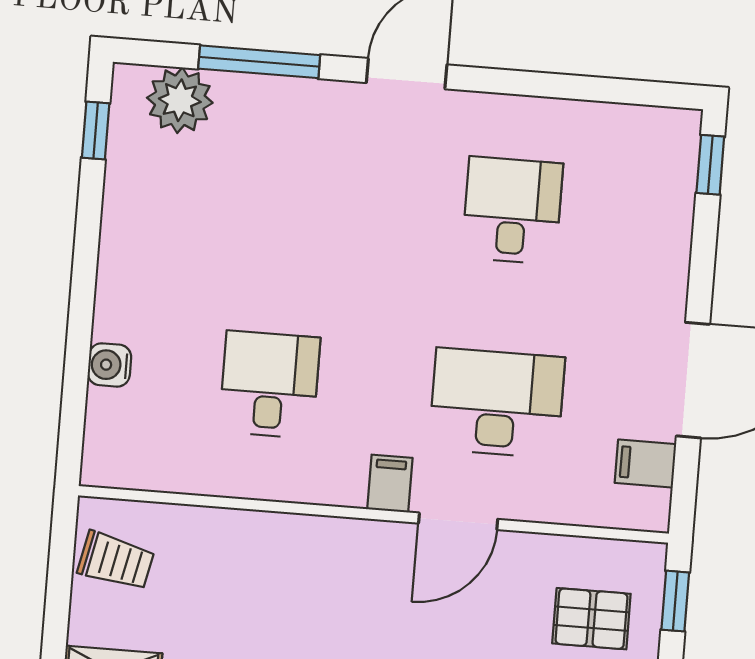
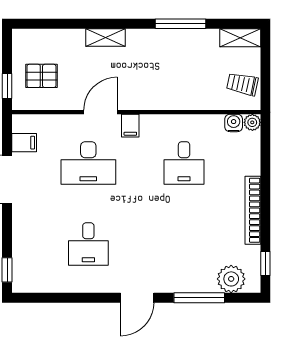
bookcase: (115, 259) -> (253, 210), added
water cooler: (109, 365) -> (234, 123), moved, turned -90
plant: (100, 468) -> (252, 122), added

